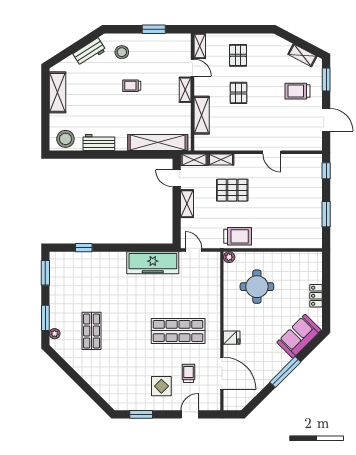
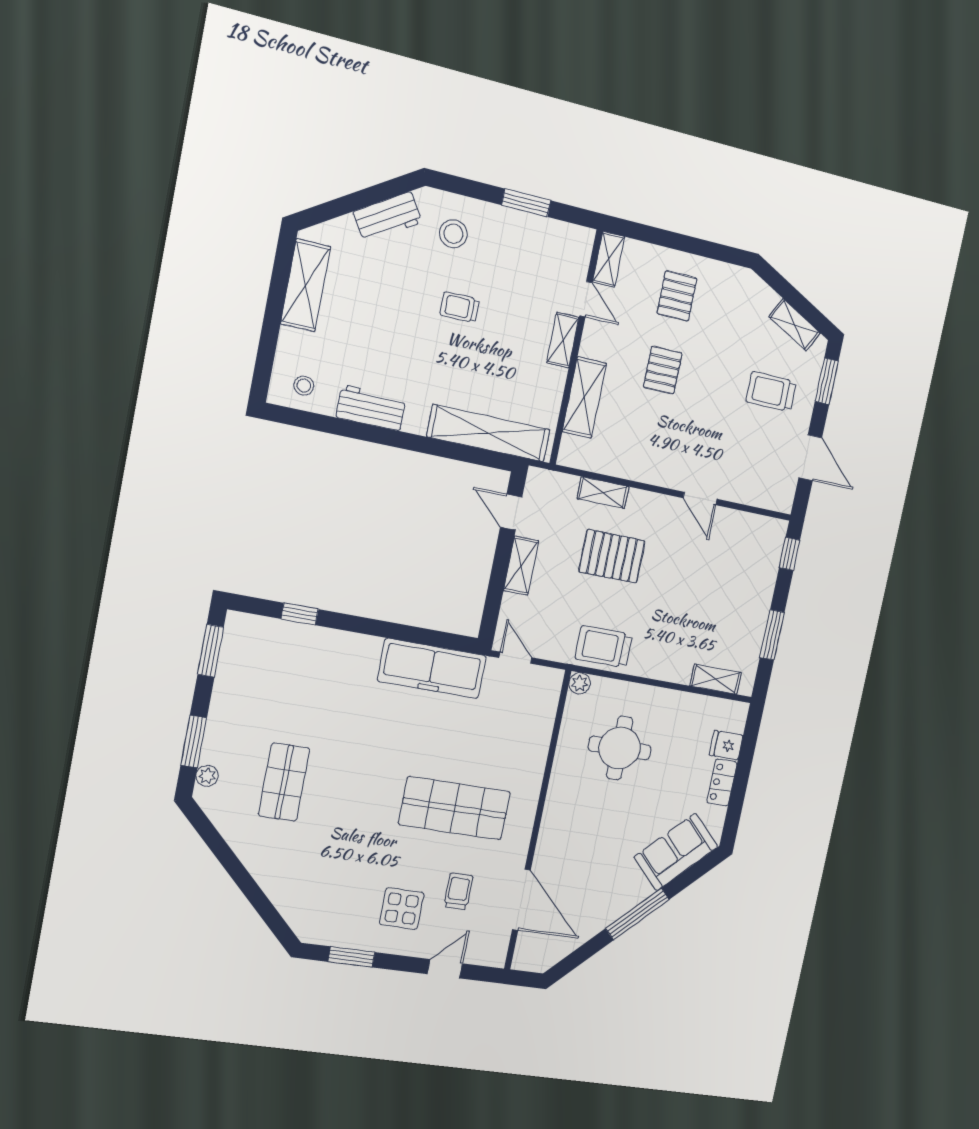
stool: (65, 139) -> (304, 386), width x0.53, depth x0.53
shelving: (194, 160) -> (716, 679), moved
trolley: (238, 236) -> (604, 647), turned 180
fridge: (232, 338) -> (726, 745), moved, turned 180

